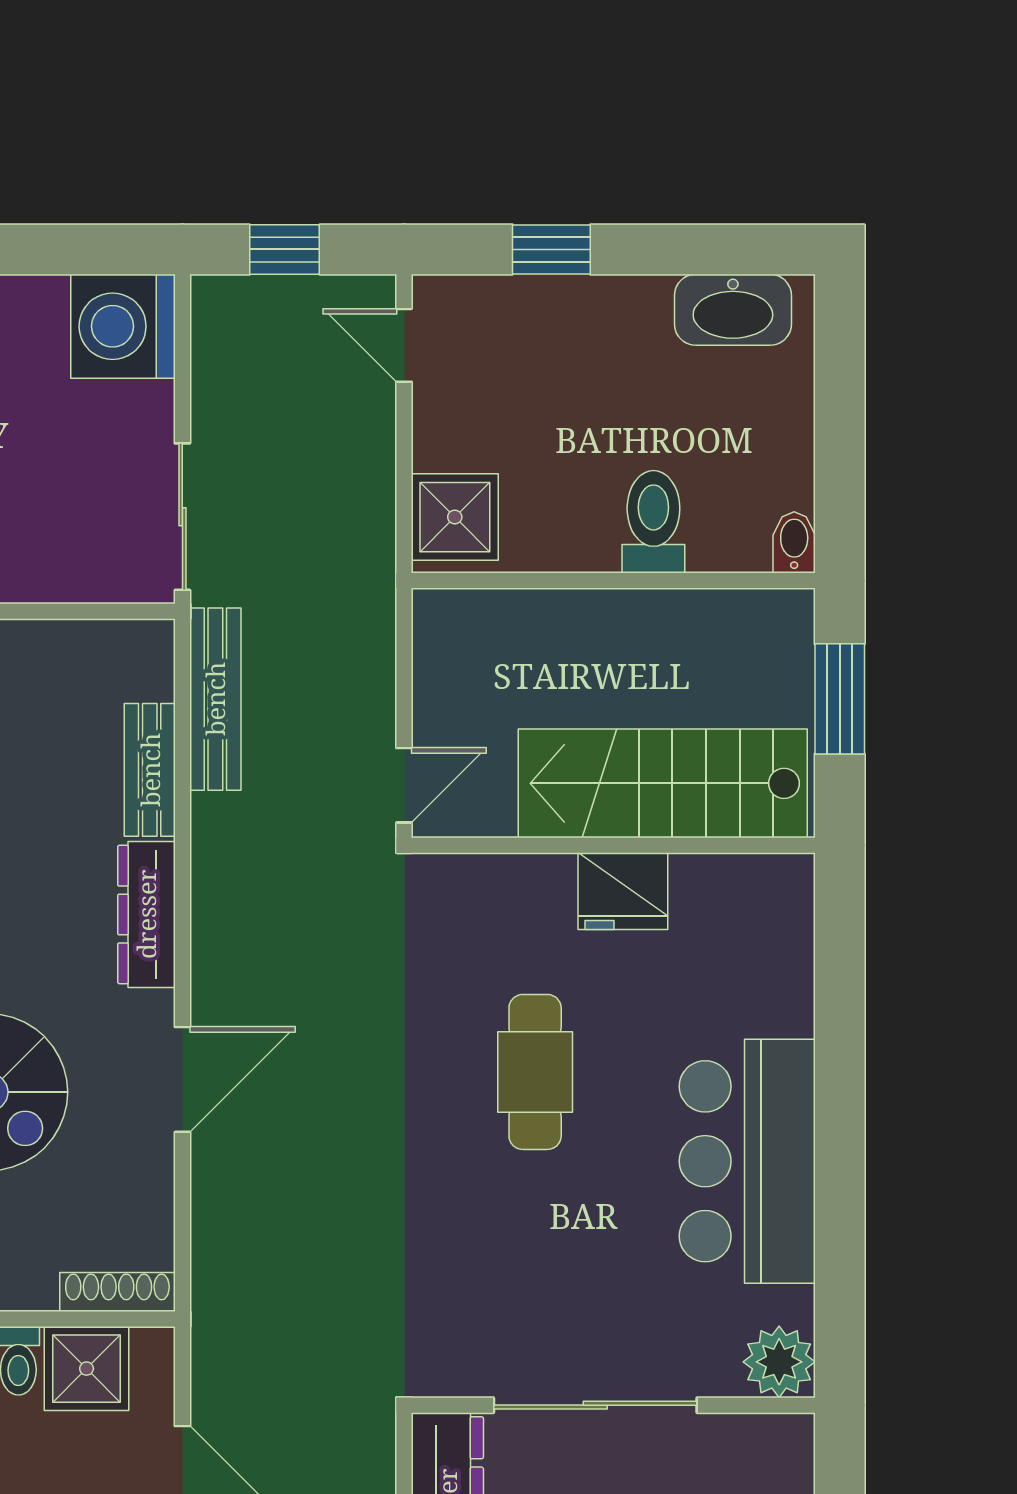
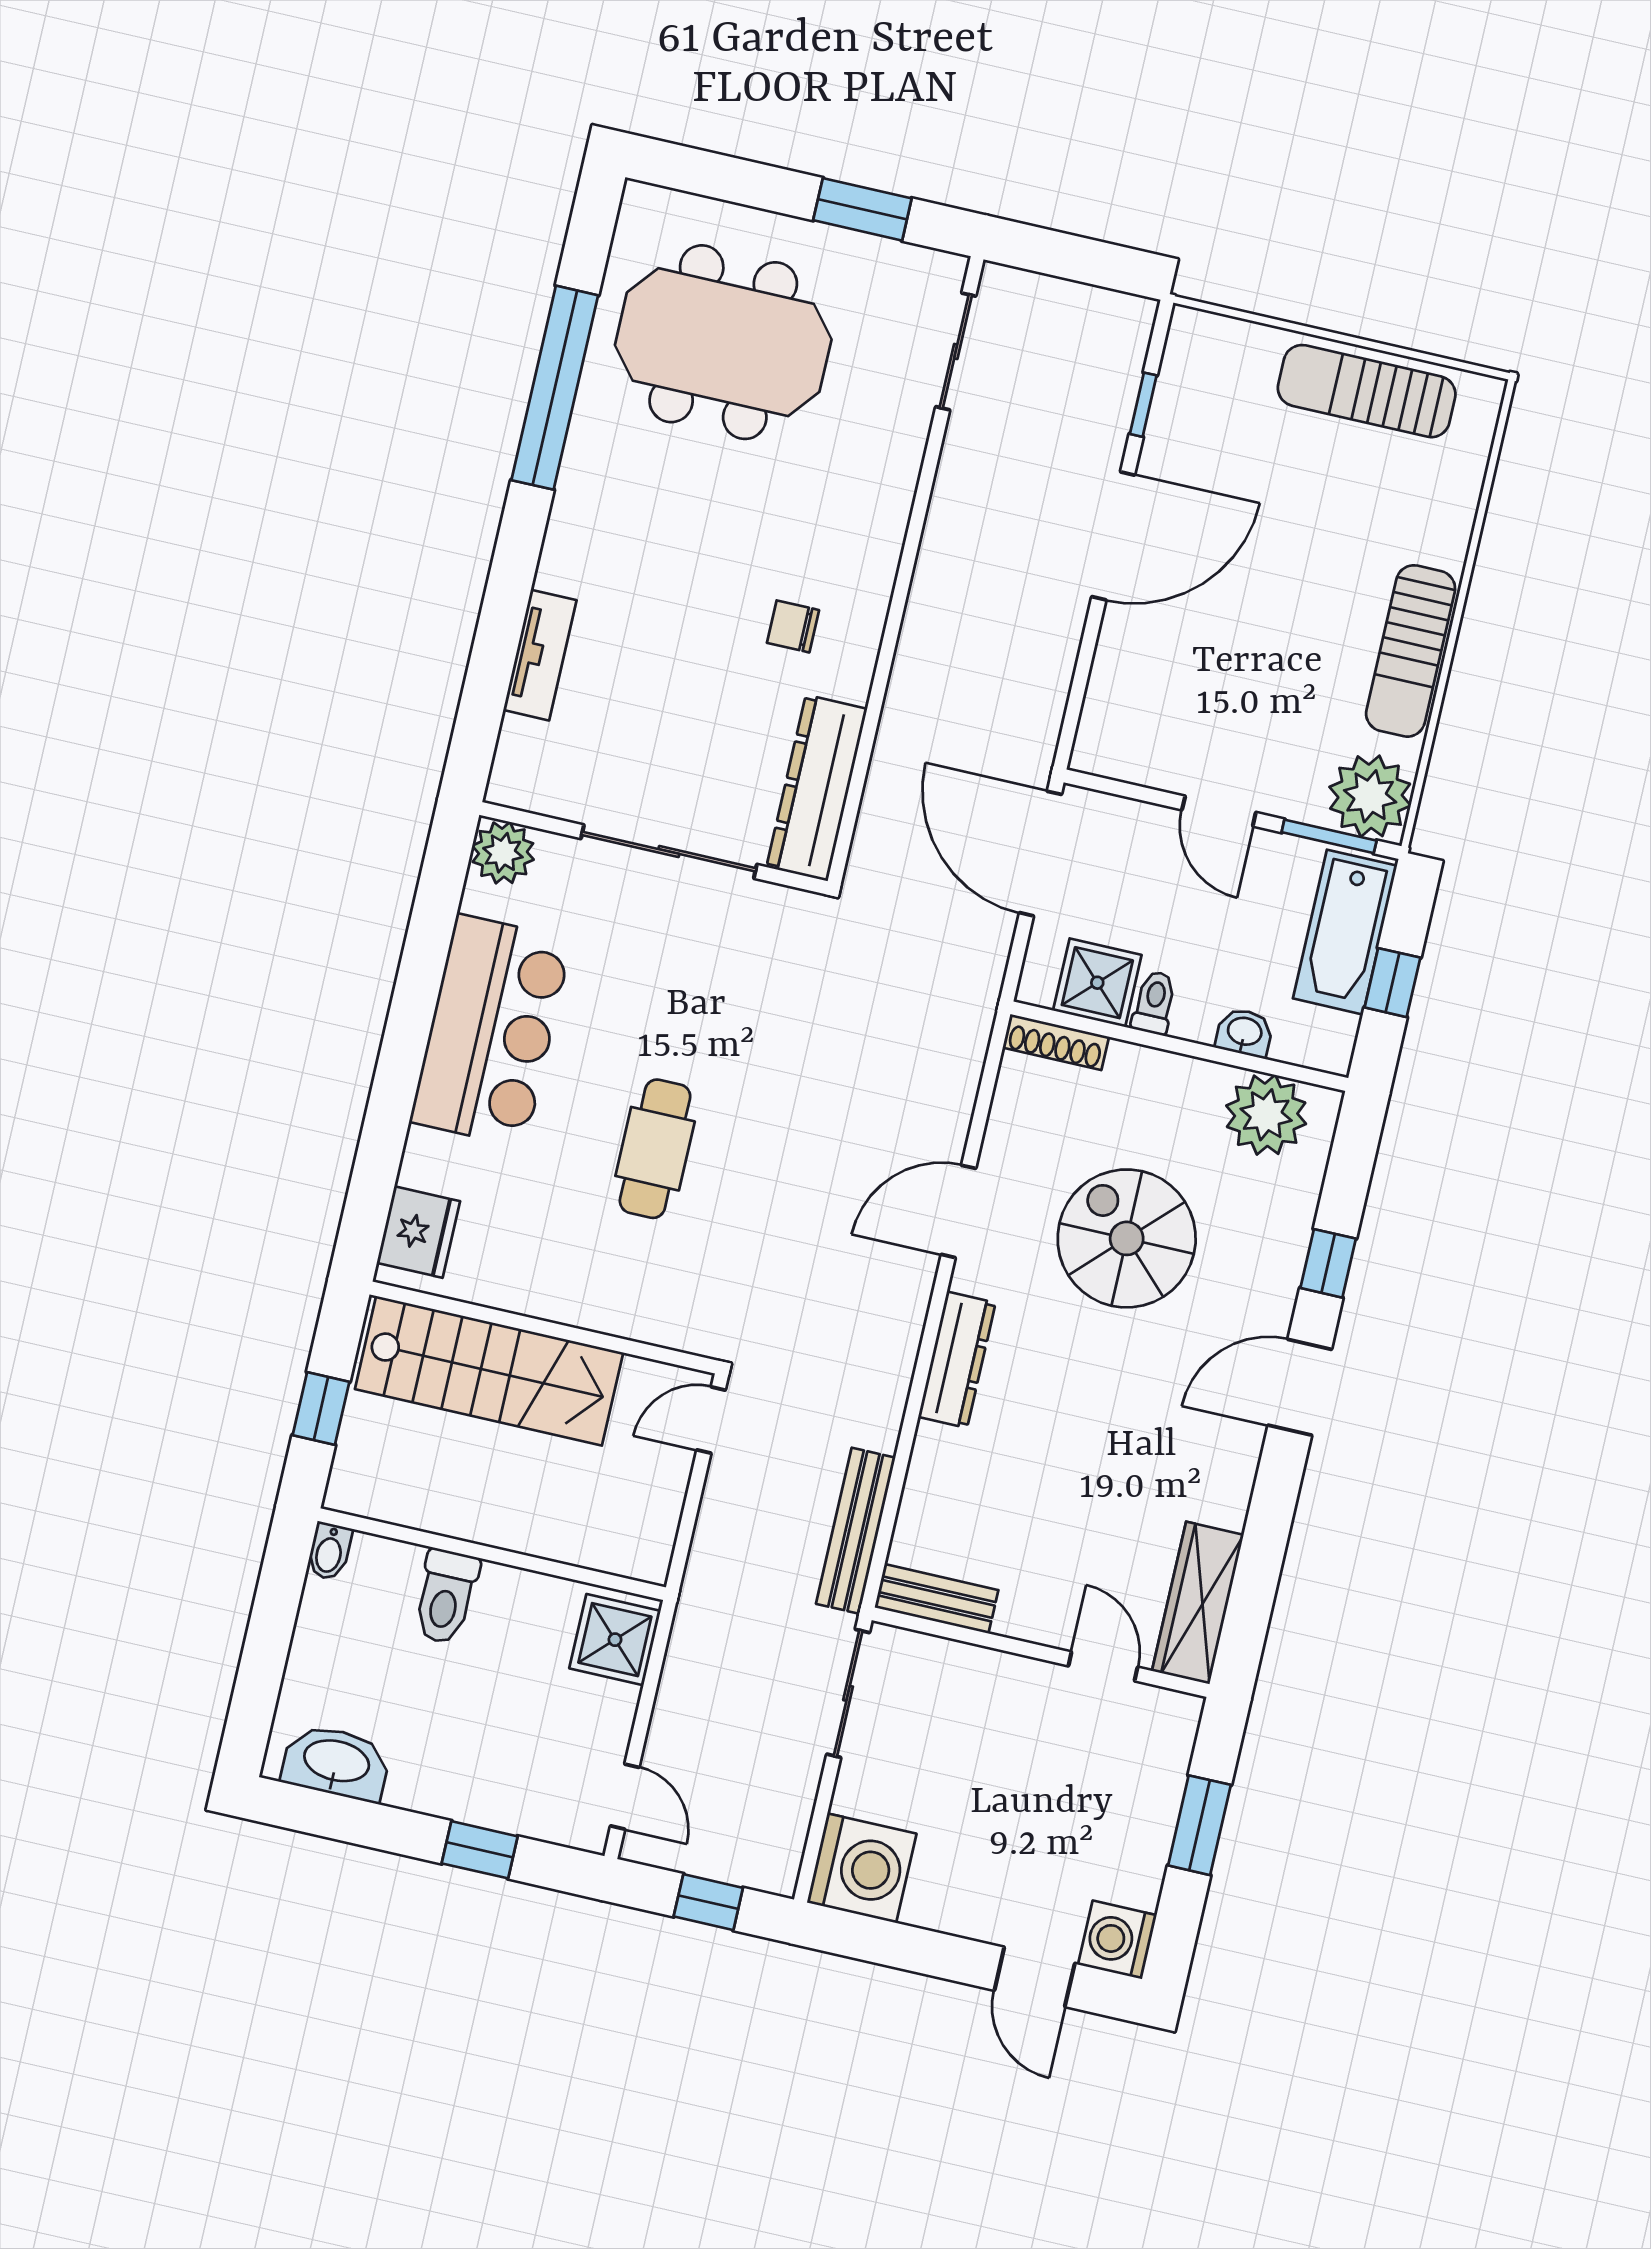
window: (840, 699) -> (321, 1408), width x0.67
bench: (150, 770) -> (936, 1599), moved, turned 90
fridge: (623, 891) -> (418, 1232), moved, turned 90

